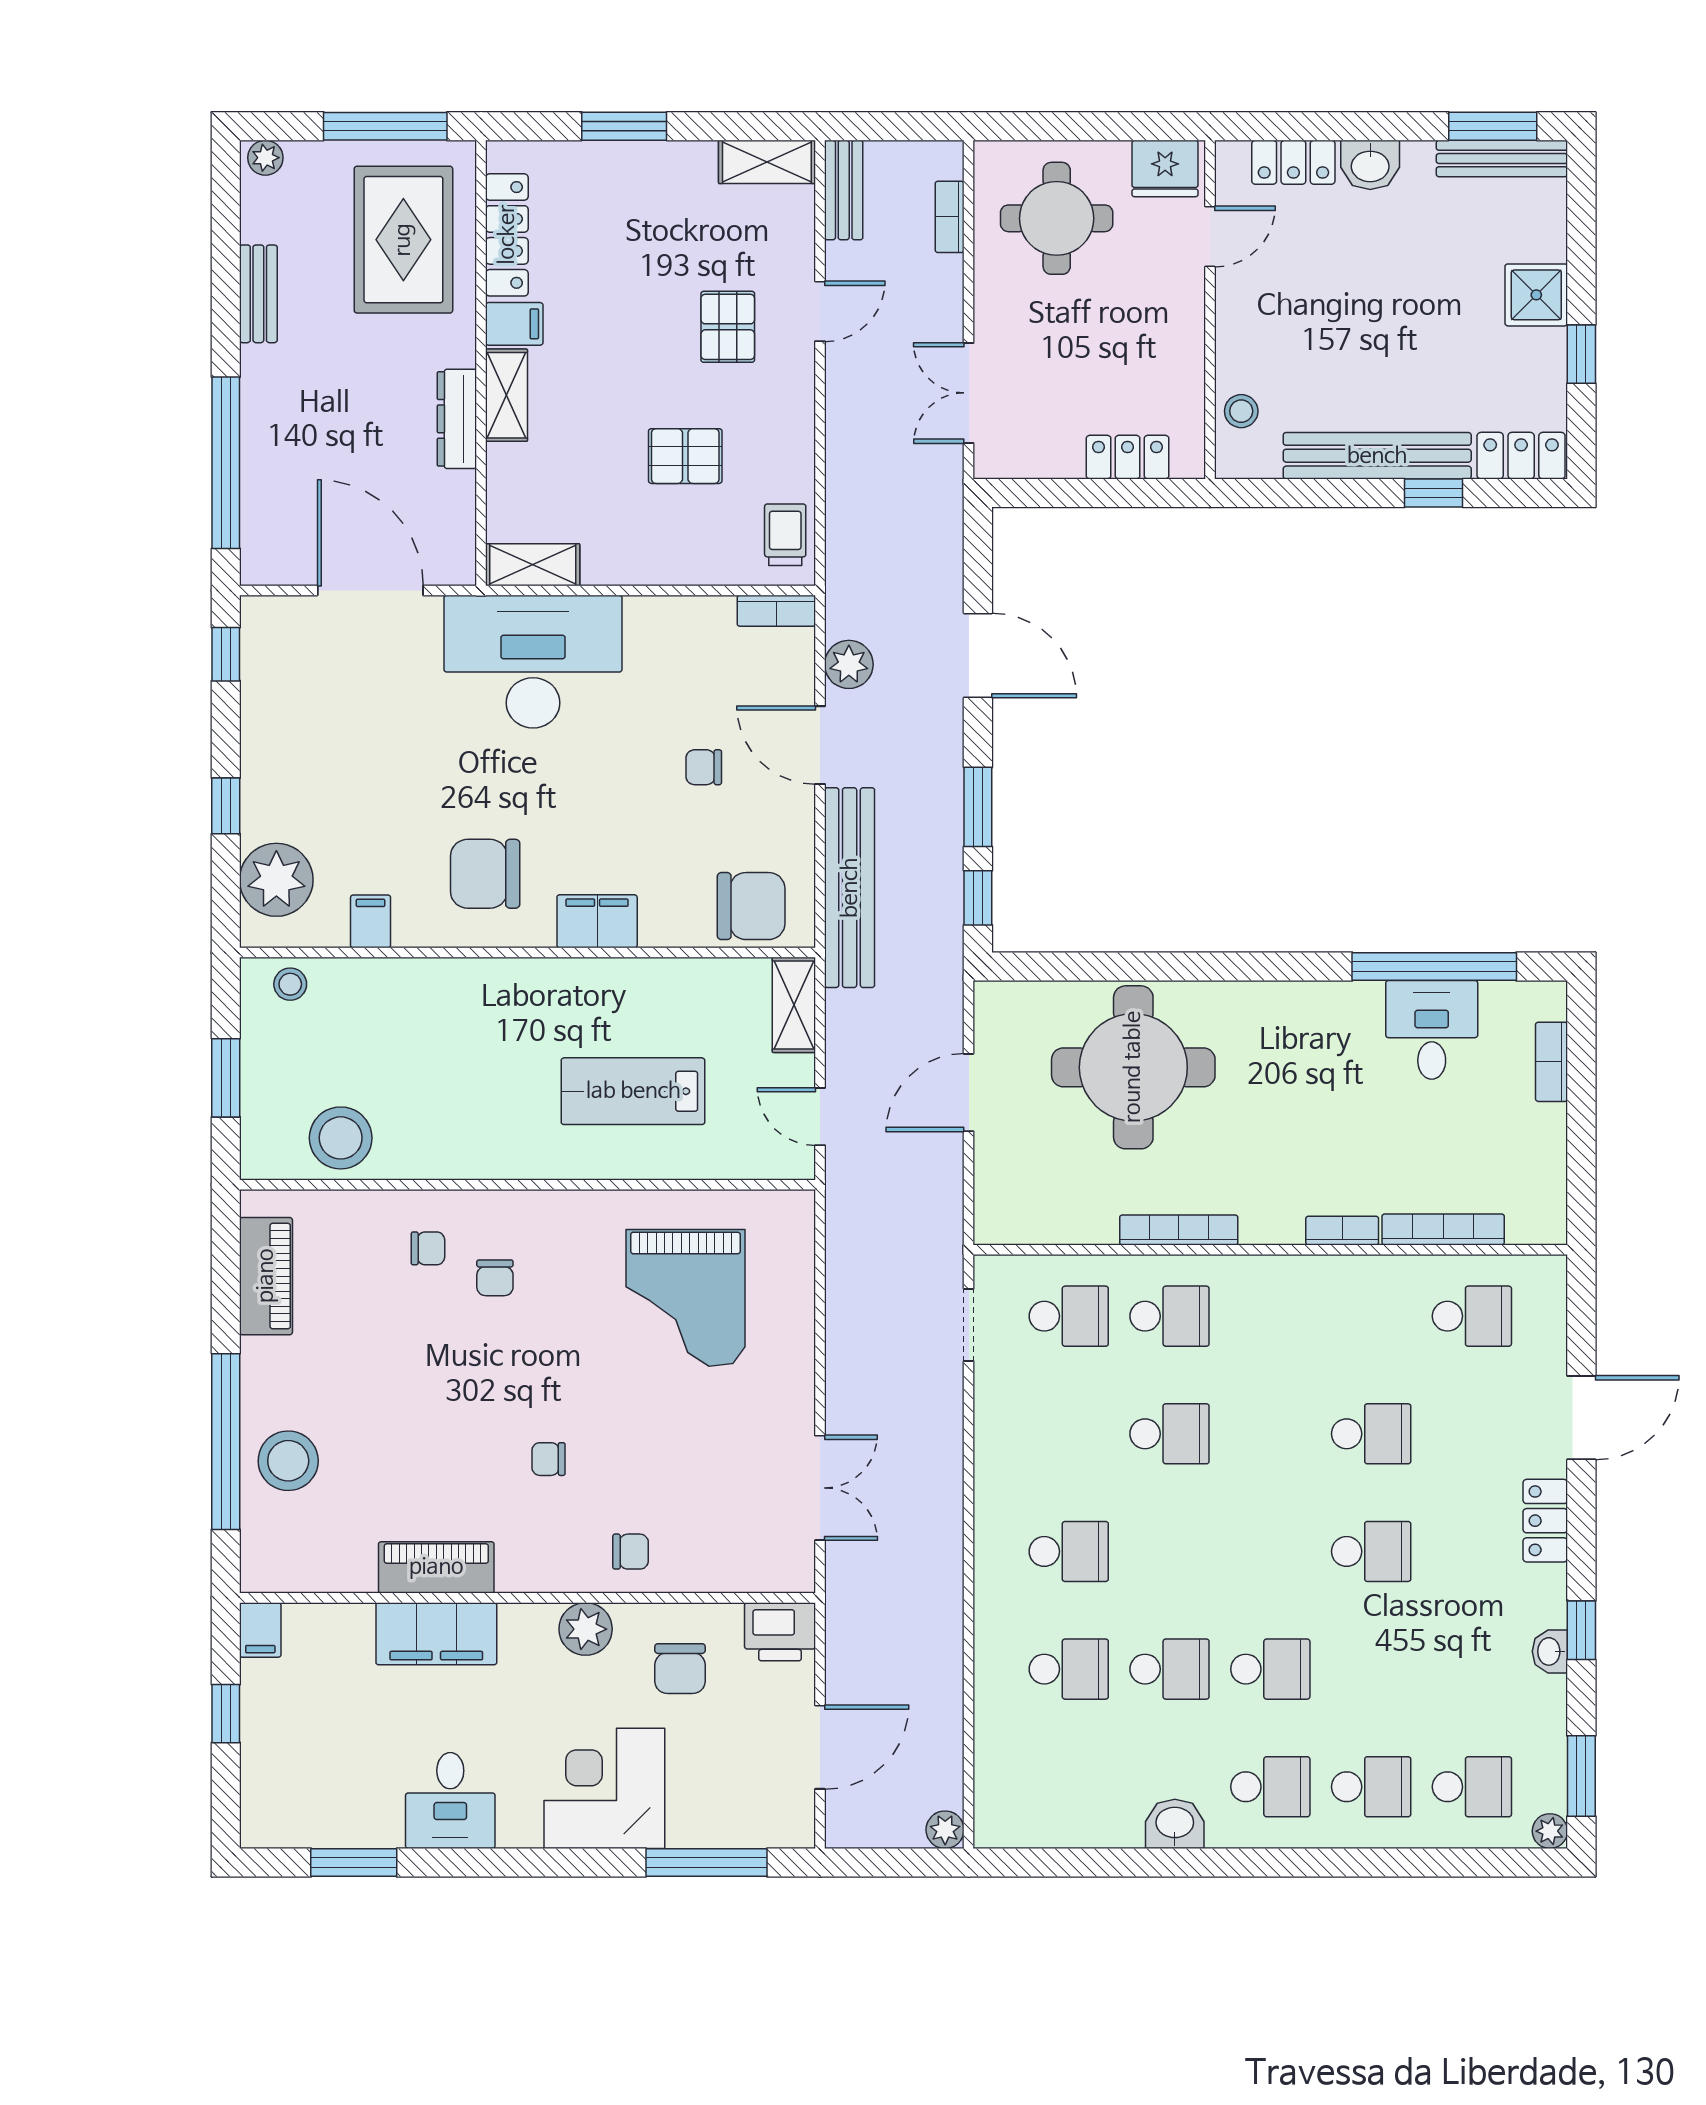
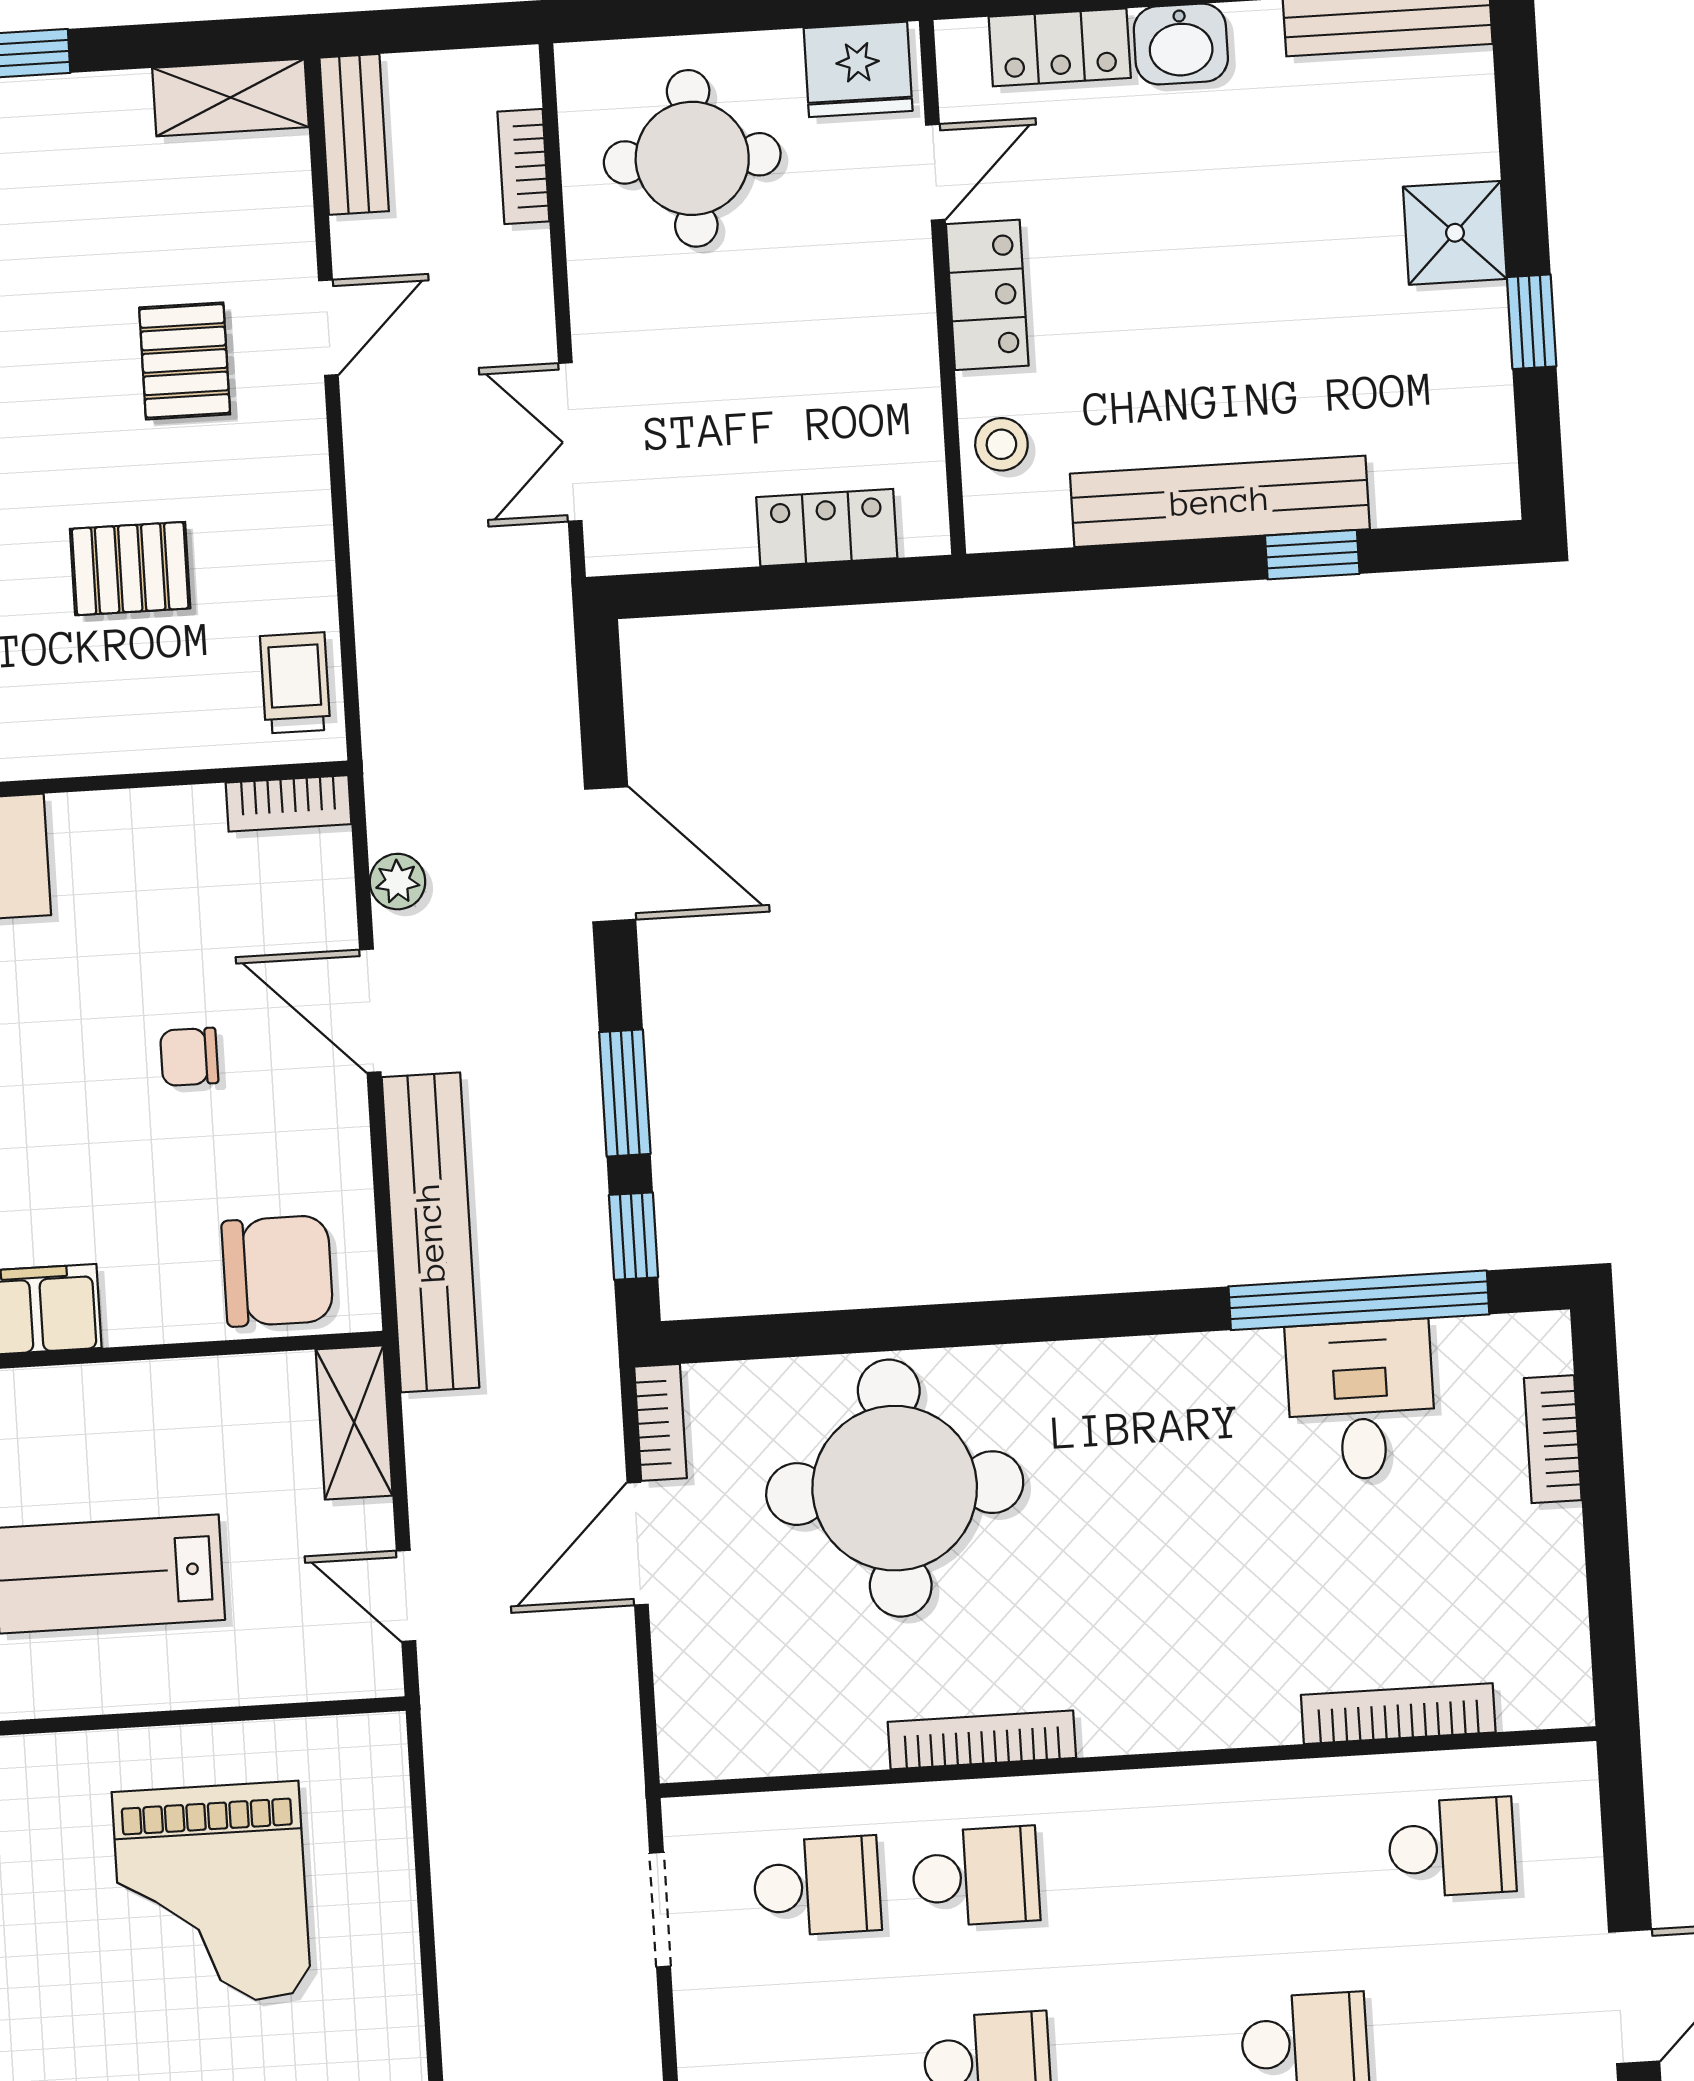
locker: (1521, 456) -> (987, 295), moved, turned 90
plant: (849, 664) -> (397, 882), width x0.73, depth x0.73
bookcase: (1342, 1231) -> (661, 1422), moved, turned 90

